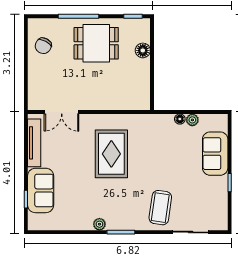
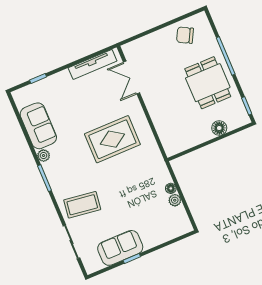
sofa: (215, 154) -> (120, 248), moved
sofa: (41, 190) -> (38, 126), moved, turned -90

